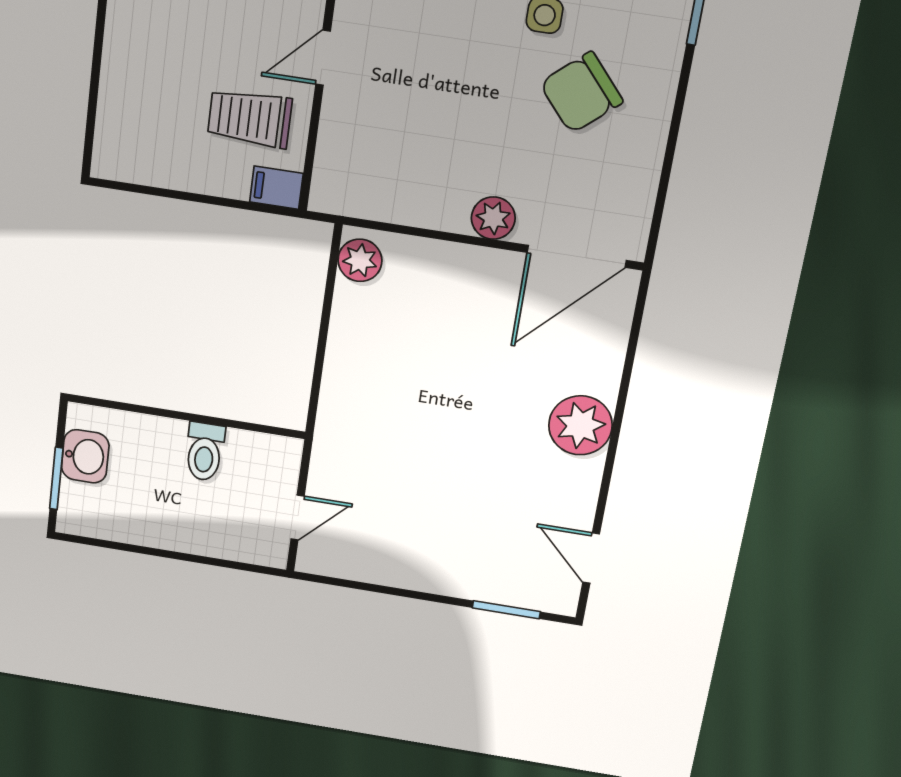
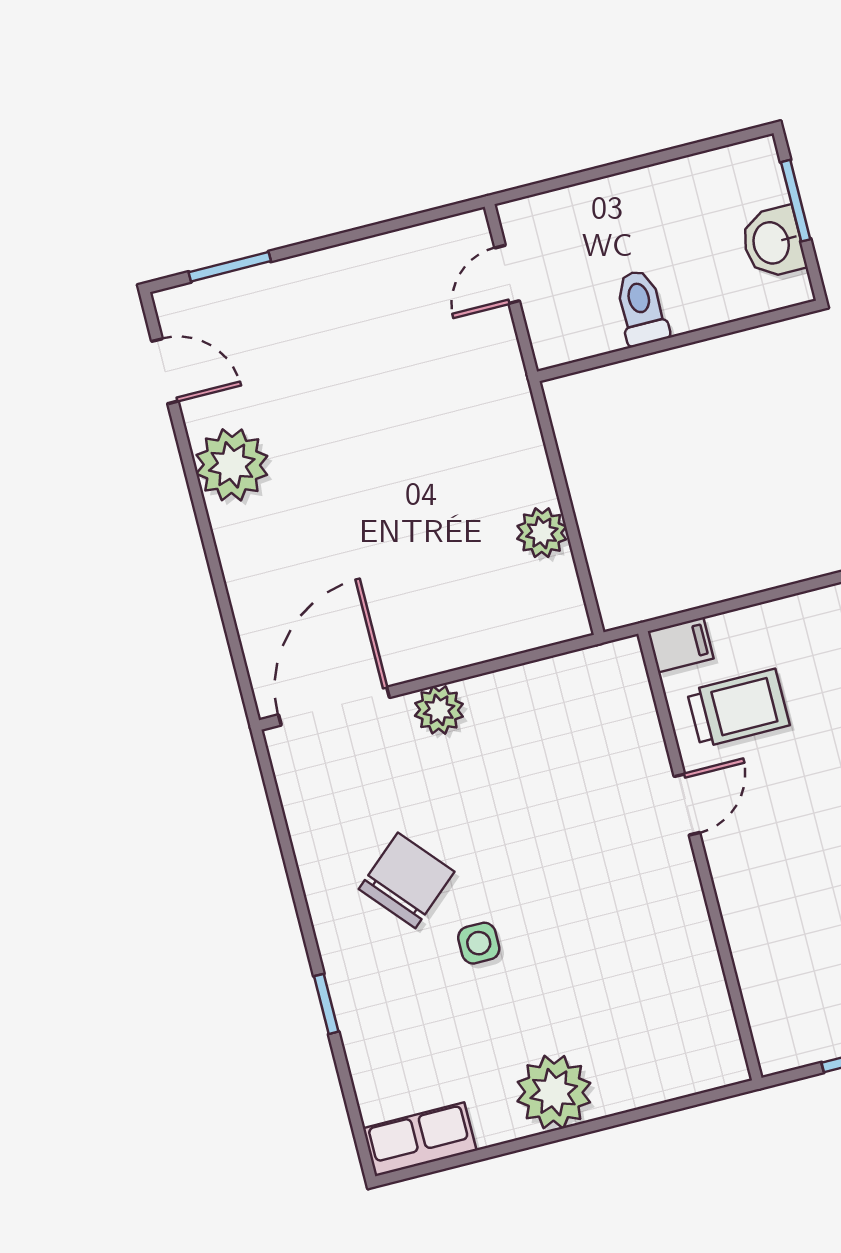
plant: (360, 260) -> (542, 533), moved
plant: (580, 425) -> (232, 465), moved

